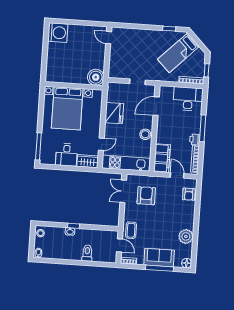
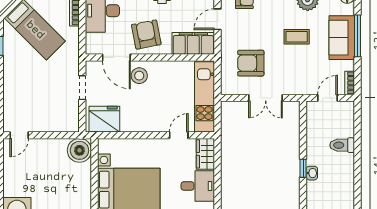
fridge: (114, 113) -> (104, 119), moved
armchair: (170, 127) -> (146, 35), added
stool: (145, 134) -> (139, 76), moved
door: (101, 144) -> (179, 135), hinge flipped
double door: (123, 191) -> (266, 98), moved
coffee table: (131, 230) -> (297, 37), moved

